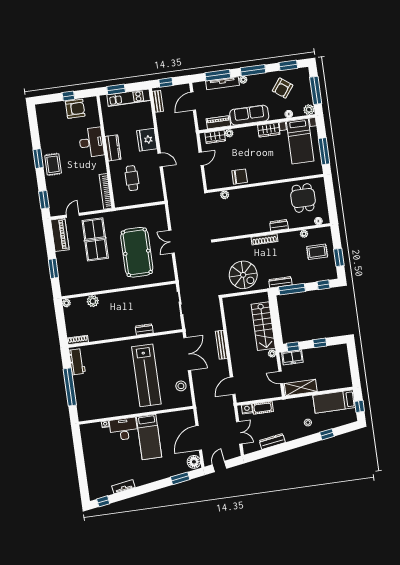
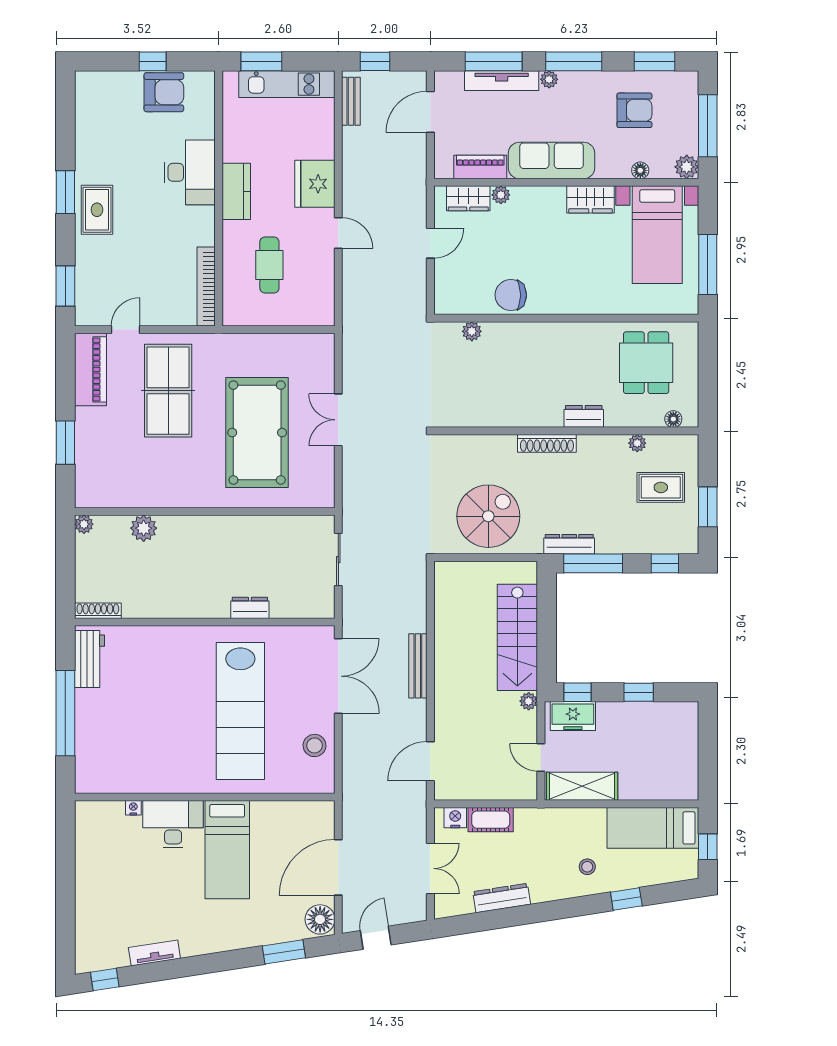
armchair: (283, 88) -> (634, 110), turned -127
chair: (240, 177) -> (511, 295), turned 180
spiral stairs: (243, 275) -> (488, 516), turned -90

